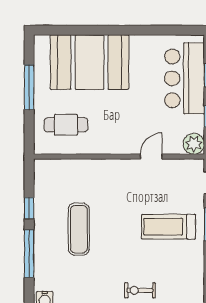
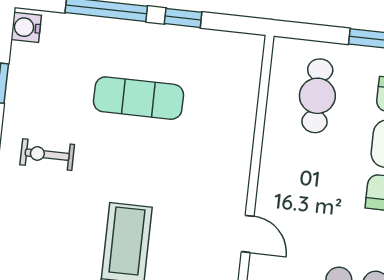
exercise bike: (140, 290) -> (47, 155), moved, turned -90

